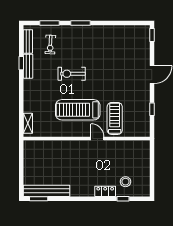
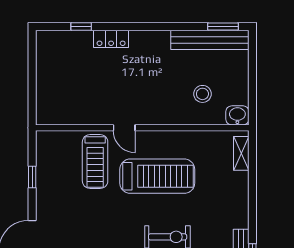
washbasin: (30, 146) -> (237, 115), added
stool: (125, 182) -> (202, 94), moved

